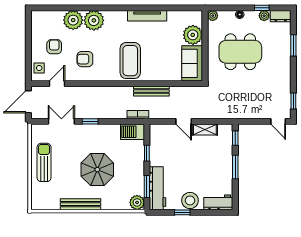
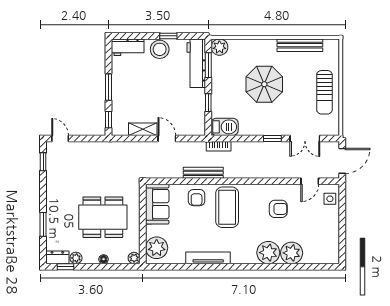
window: (262, 8) -> (65, 267), moved
plant: (193, 35) -> (157, 248), moved
armchair: (54, 47) -> (197, 198), moved
bench: (80, 204) -> (300, 45), moved

